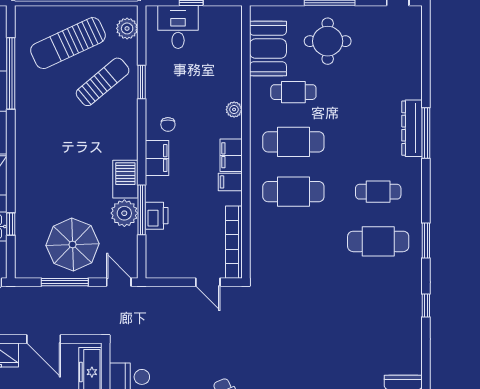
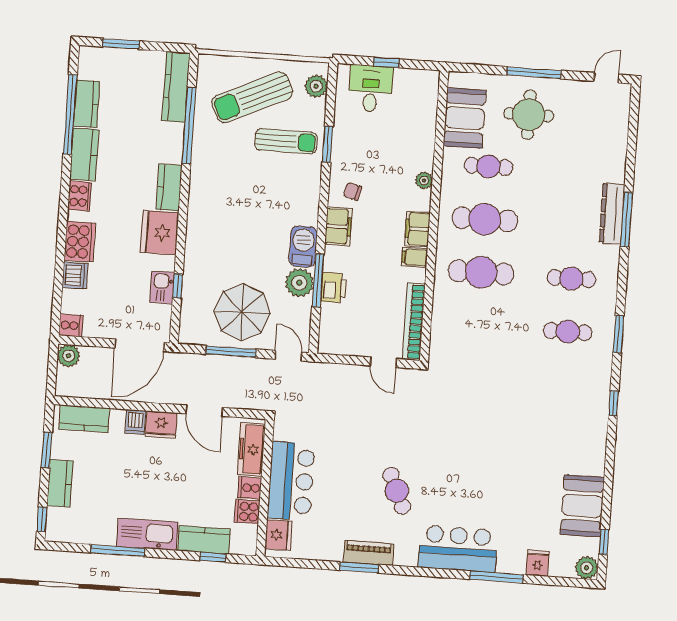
sun lounger: (103, 82) -> (286, 141), turned 40
chair: (168, 124) -> (353, 191), turned 104
cafe table: (378, 241) -> (568, 332), width x0.73, depth x0.74

